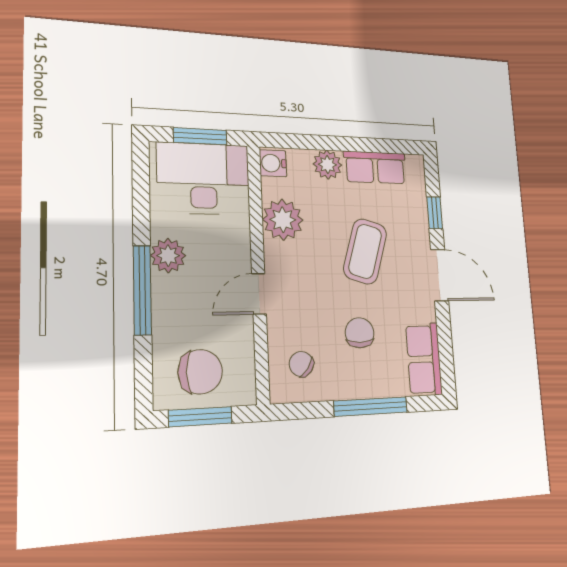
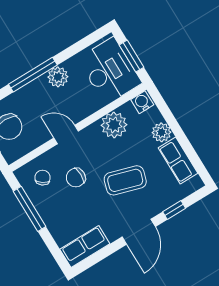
chair: (360, 333) -> (76, 178), moved, turned 180
window: (371, 407) -> (30, 209), moved

